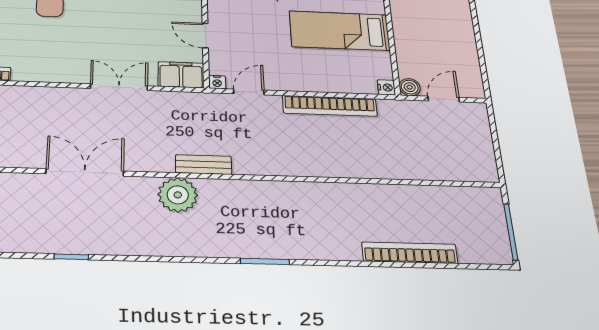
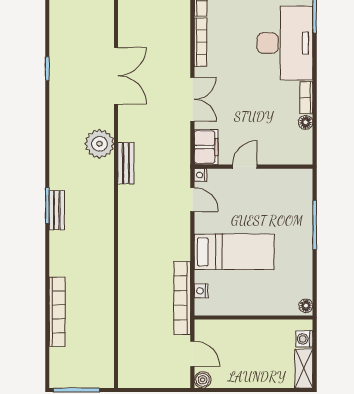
bed: (340, 31) -> (234, 252), moved, turned 90
bookcase: (44, 76) -> (201, 42), added
nightstand: (386, 87) -> (201, 291), moved, turned 90
boiler: (410, 87) -> (203, 380), moved
bookcase: (330, 106) -> (182, 298), moved
bench: (271, 250) -> (57, 210), added

